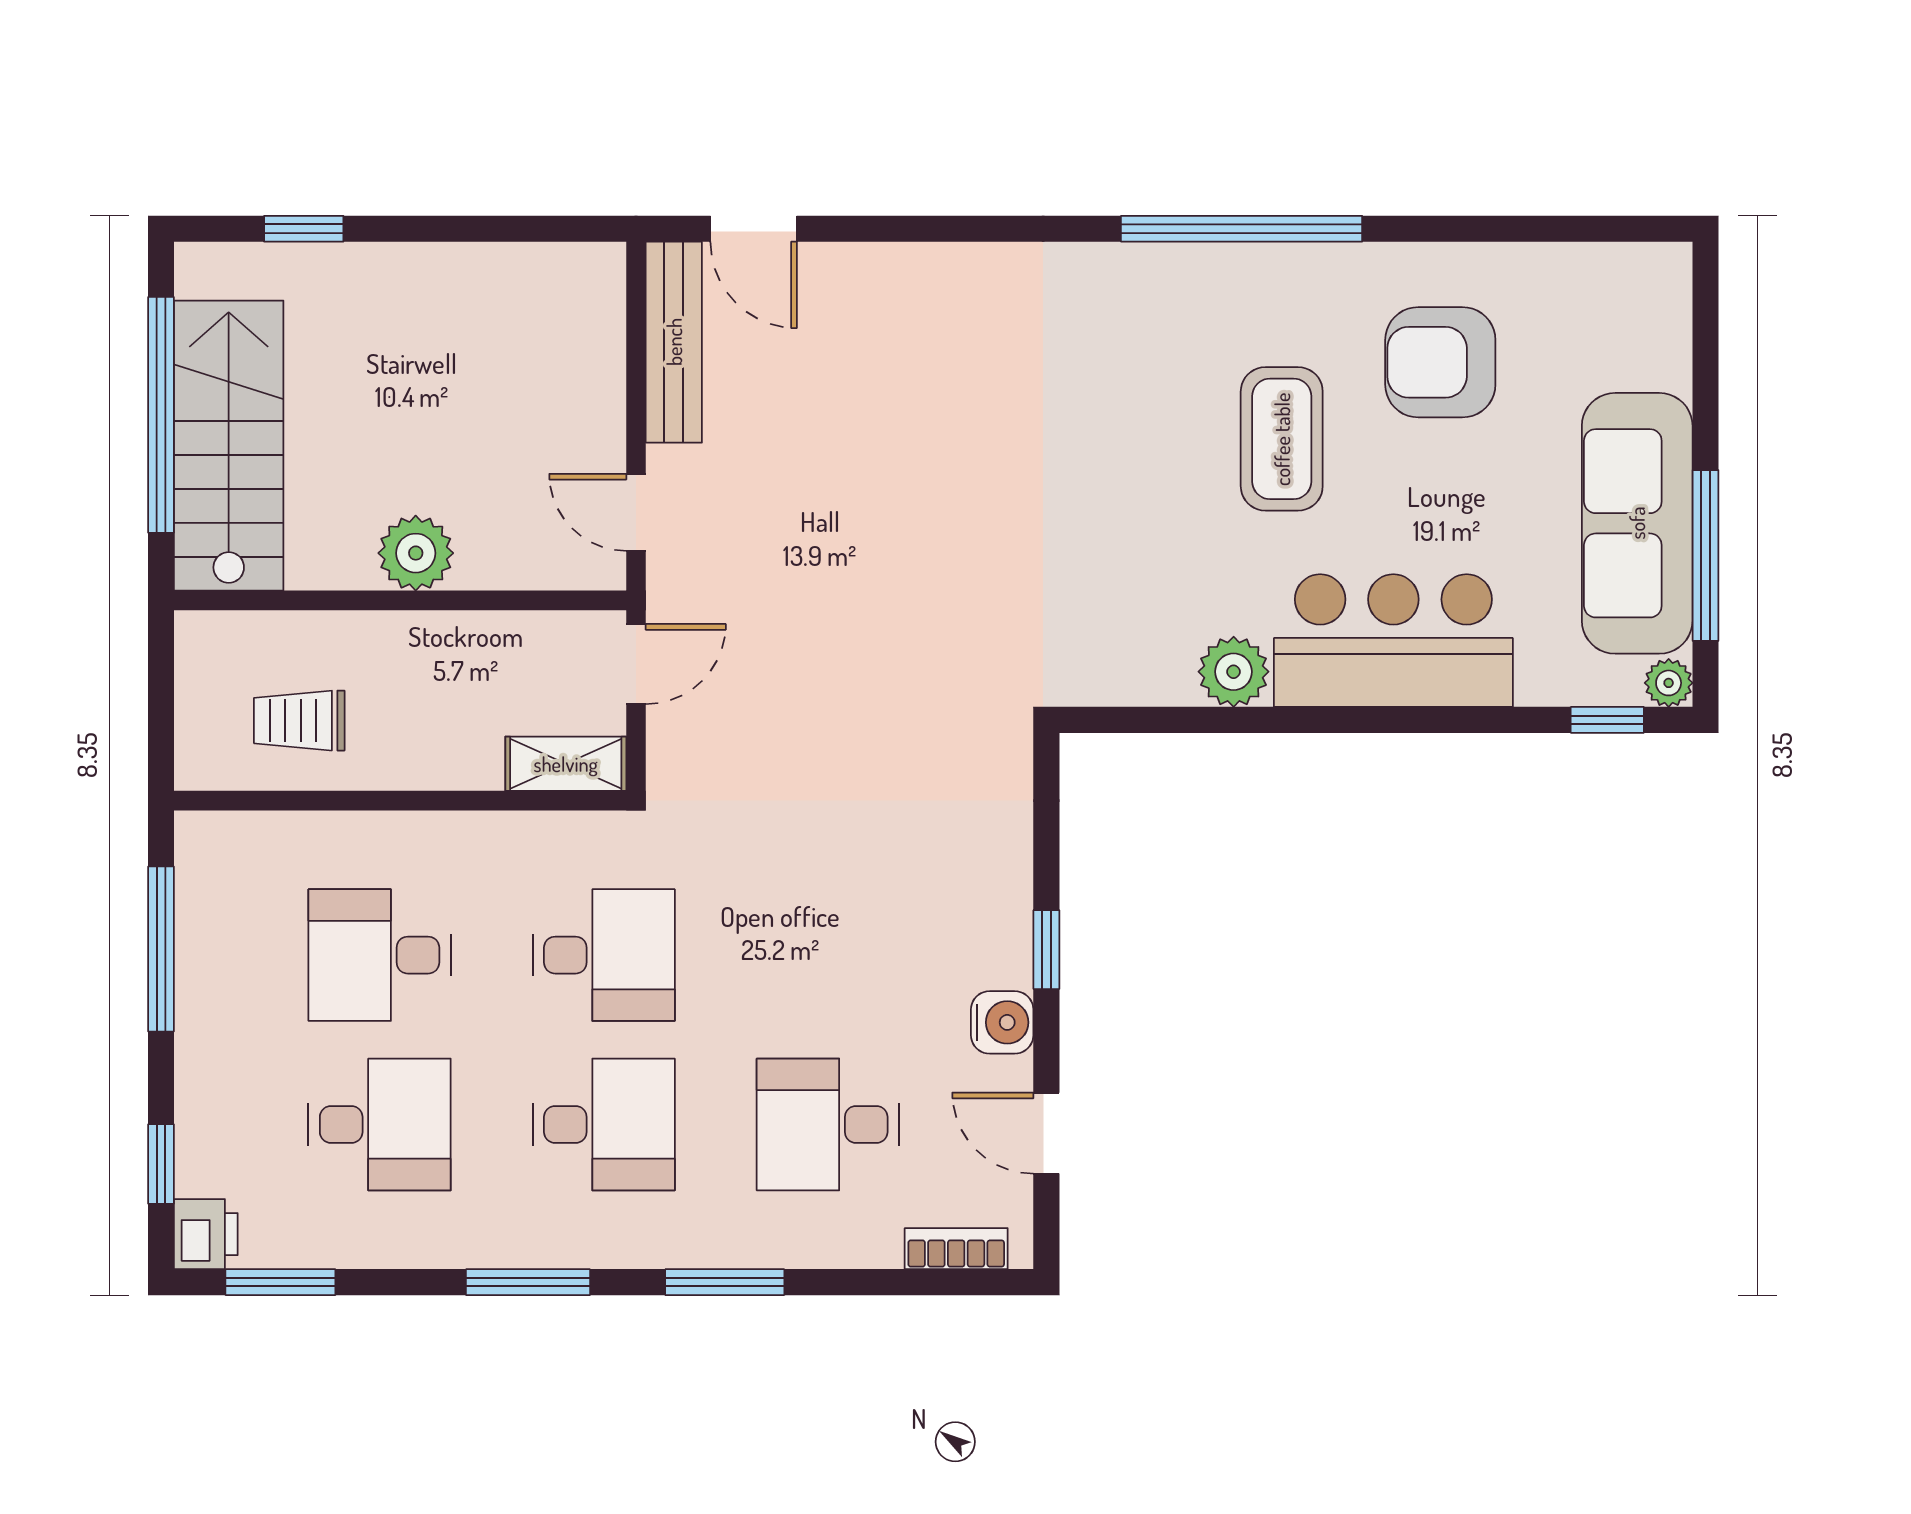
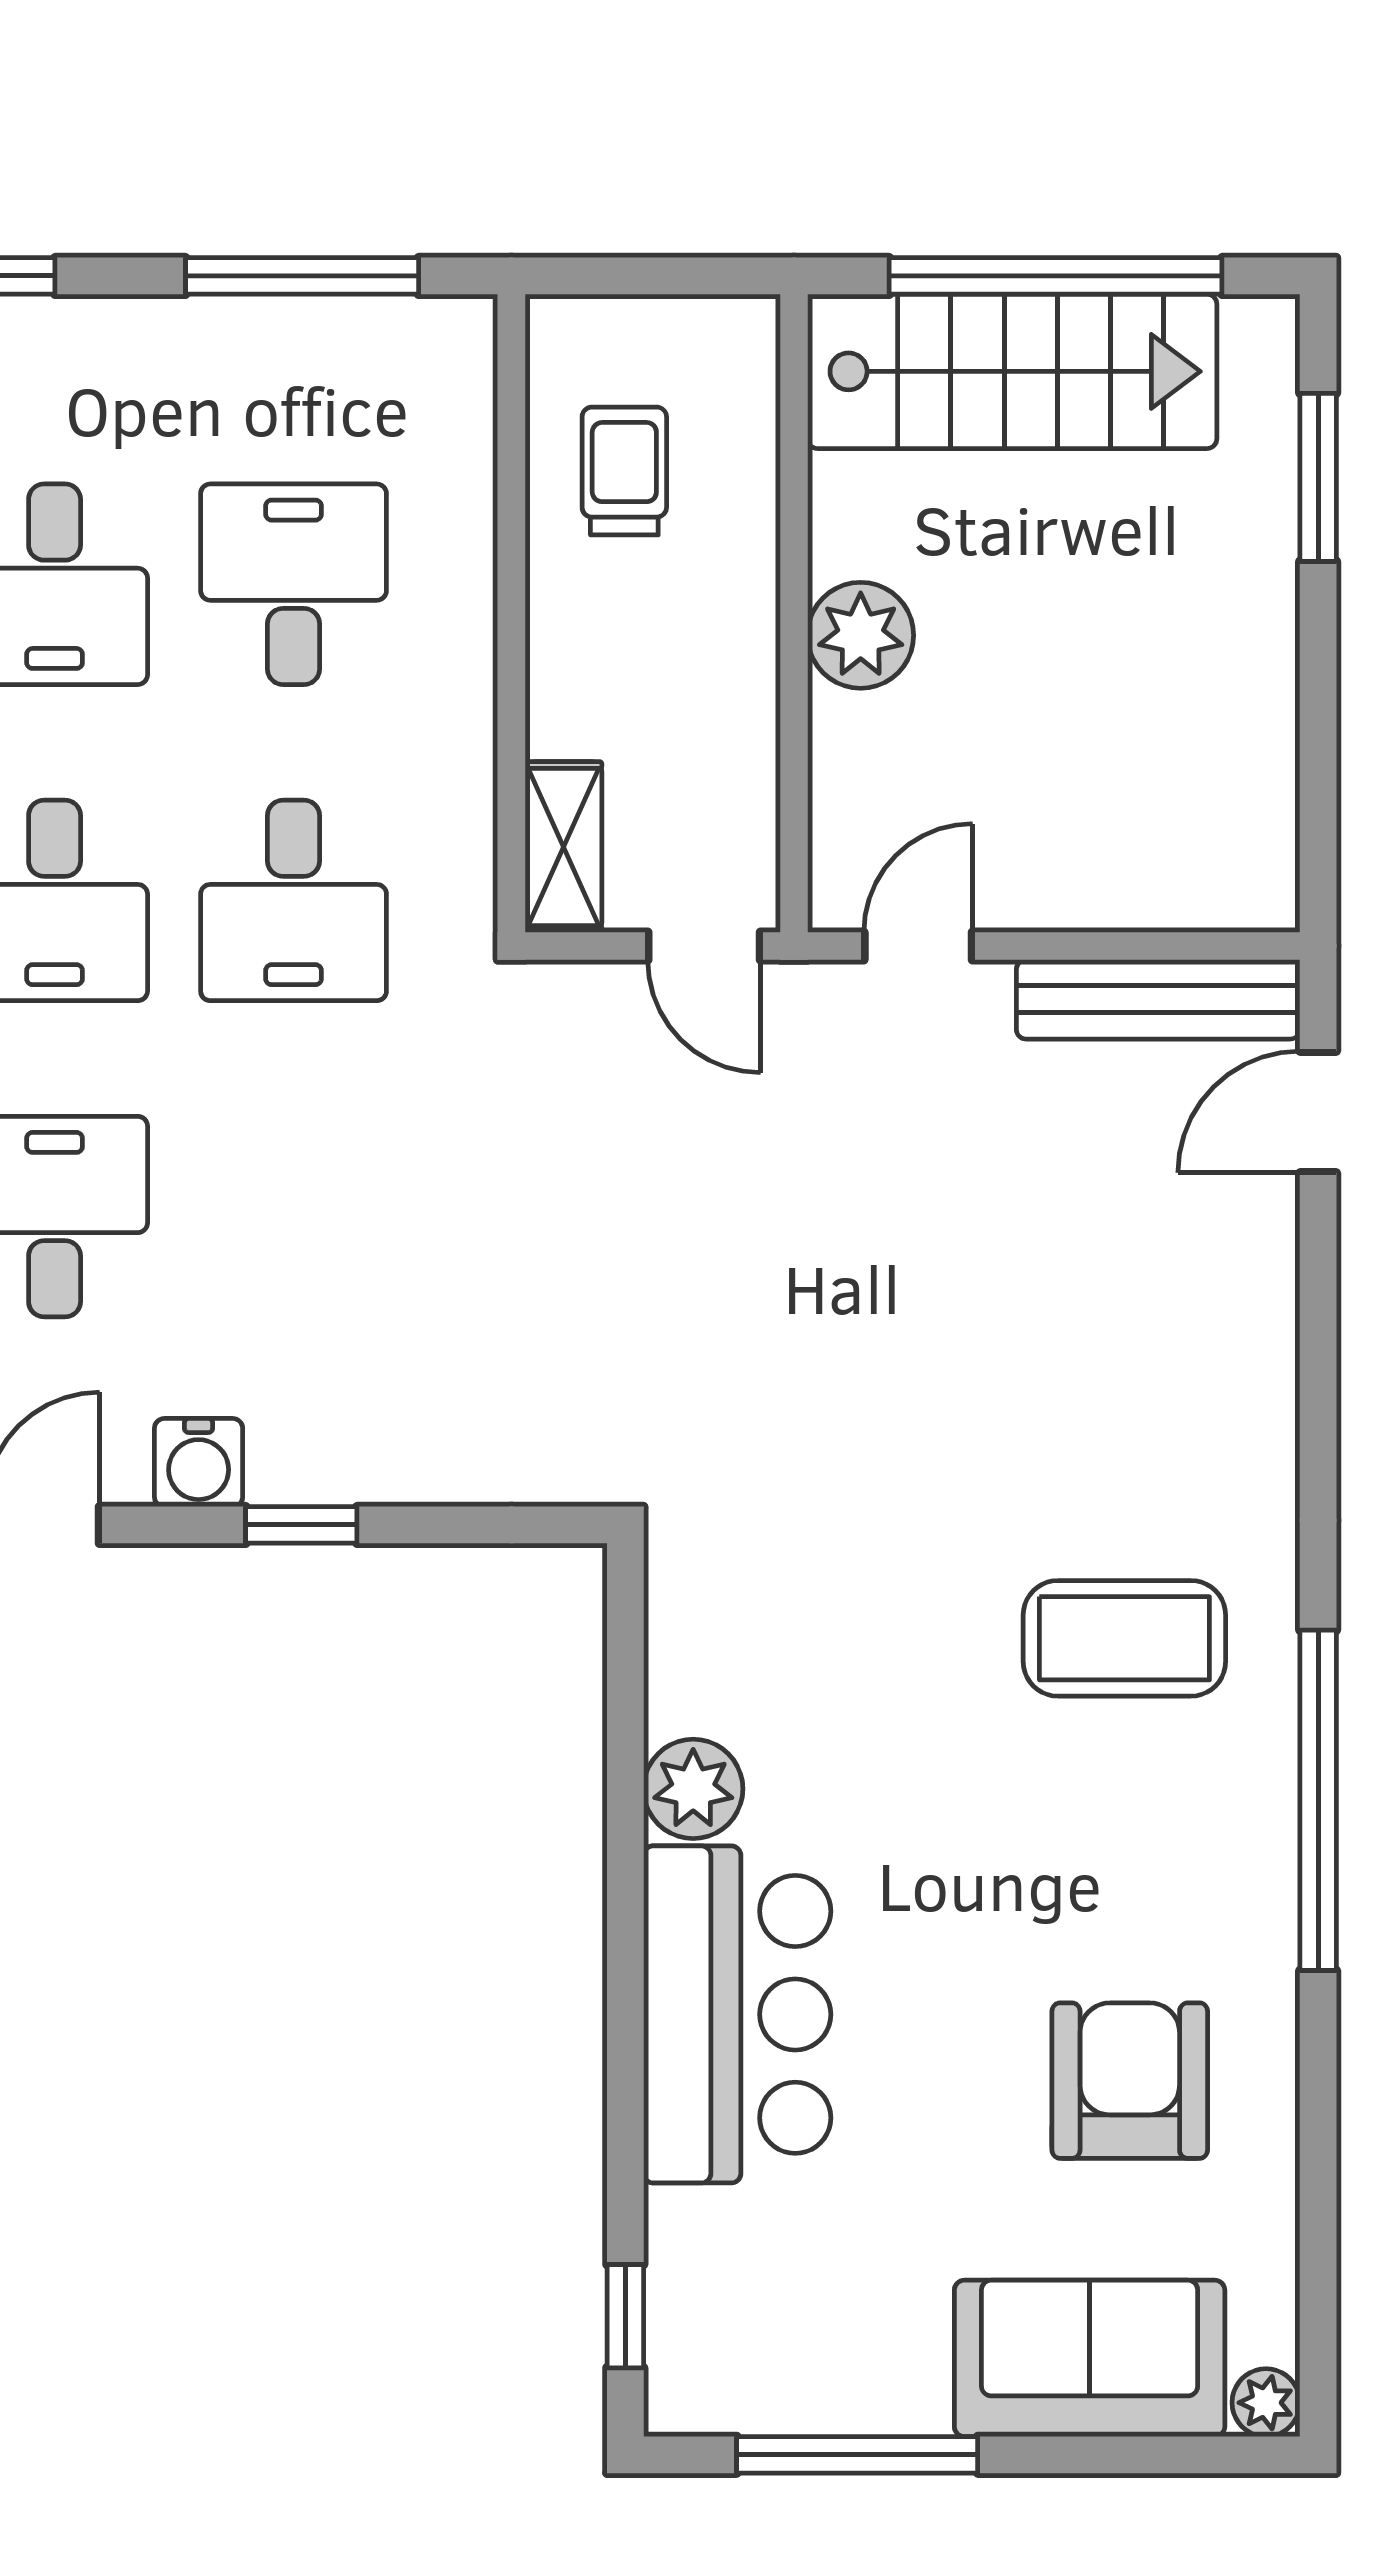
window: (304, 229) -> (1318, 477), width x1.50
coffee table: (1282, 439) -> (1124, 1638), moved
sofa: (1637, 523) -> (1090, 2358), moved, width x0.73
plant: (1669, 683) -> (1266, 2403), moved

